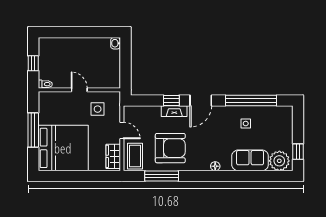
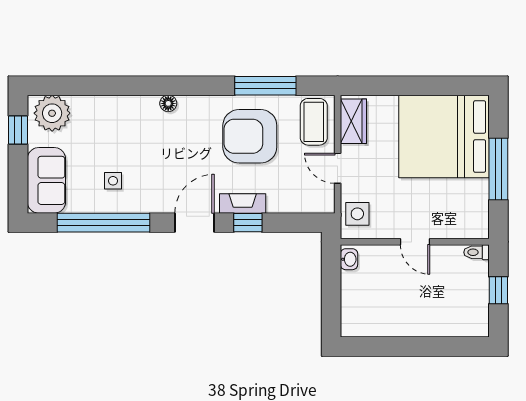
washbasin: (116, 43) -> (349, 259), moved
side table: (98, 109) -> (357, 214), moved
sofa: (250, 160) -> (46, 180), moved, turned -90

